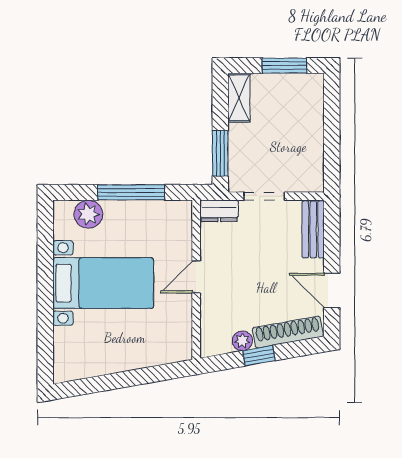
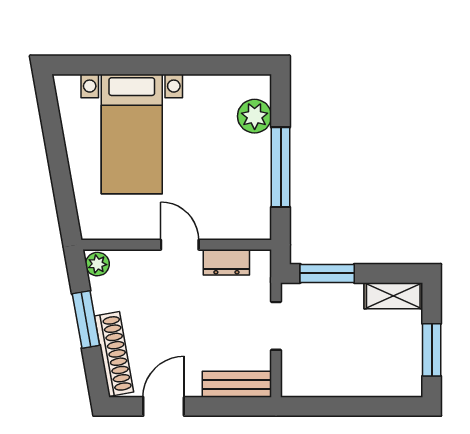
dresser: (219, 211) -> (226, 262), moved, turned -90
bed with nightstands: (103, 283) -> (132, 134), moved
plant: (242, 341) -> (97, 264), moved
window: (259, 356) -> (86, 320), width x1.50

